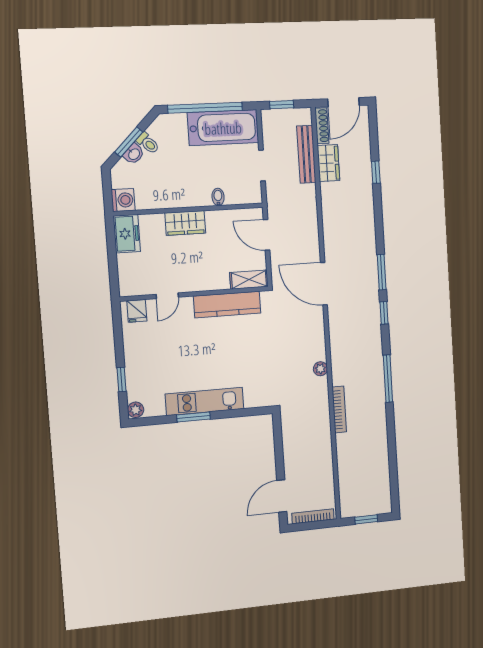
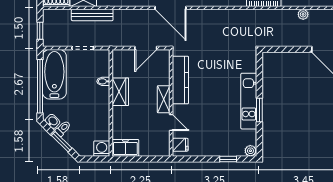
washbasin: (134, 154) -> (52, 121), moved
bench: (306, 154) -> (92, 15), moved
wardrobe: (185, 223) -> (120, 92), moved
door: (267, 235) -> (146, 48), moved
shelving: (249, 280) -> (164, 99), moved
door: (324, 284) -> (170, 8), hinge flipped
plant: (320, 369) -> (303, 14), moved

